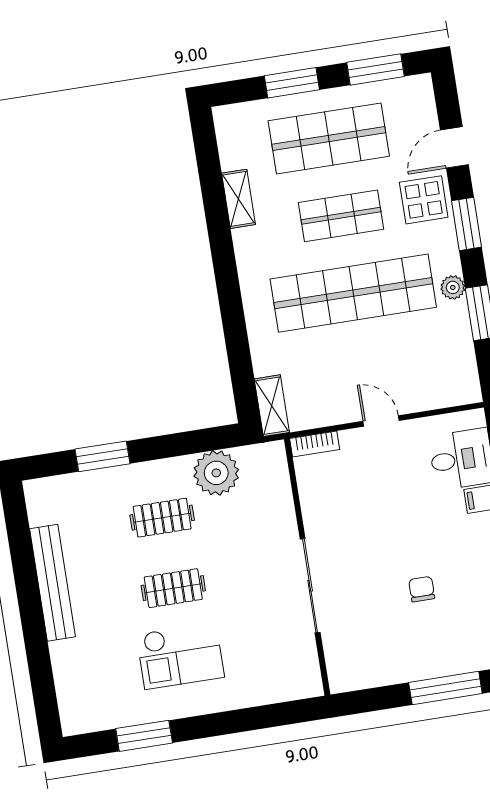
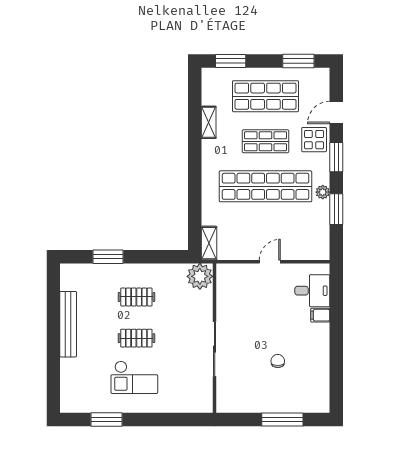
window: (292, 83) -> (231, 61), moved
door: (381, 421) -> (270, 262), hinge flipped
bookcase: (315, 444) -> (230, 269), removed
plant: (216, 473) -> (200, 276), moved

